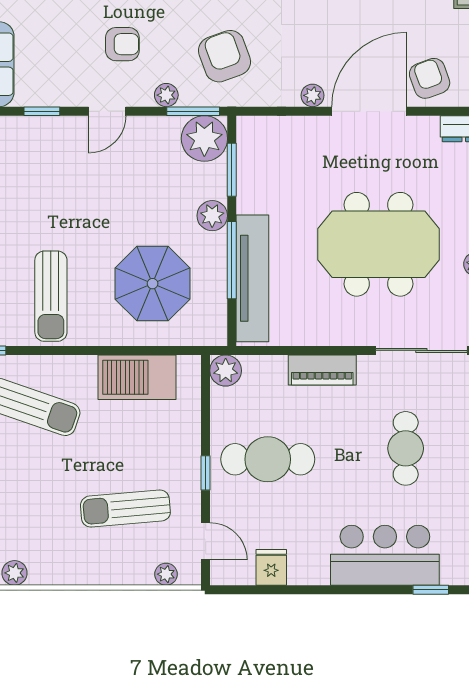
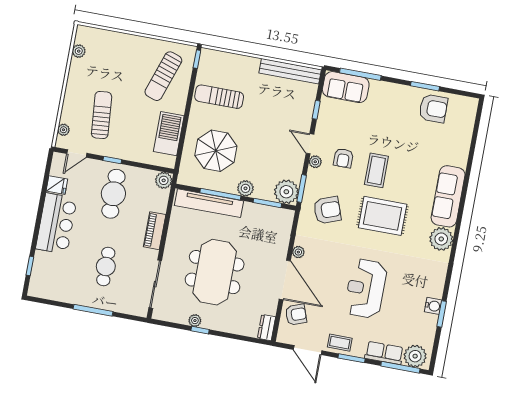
plant: (166, 95) -> (315, 162), moved
cafe table: (406, 448) -> (106, 266), turned 90
bar counter: (385, 555) -> (56, 224), moved

